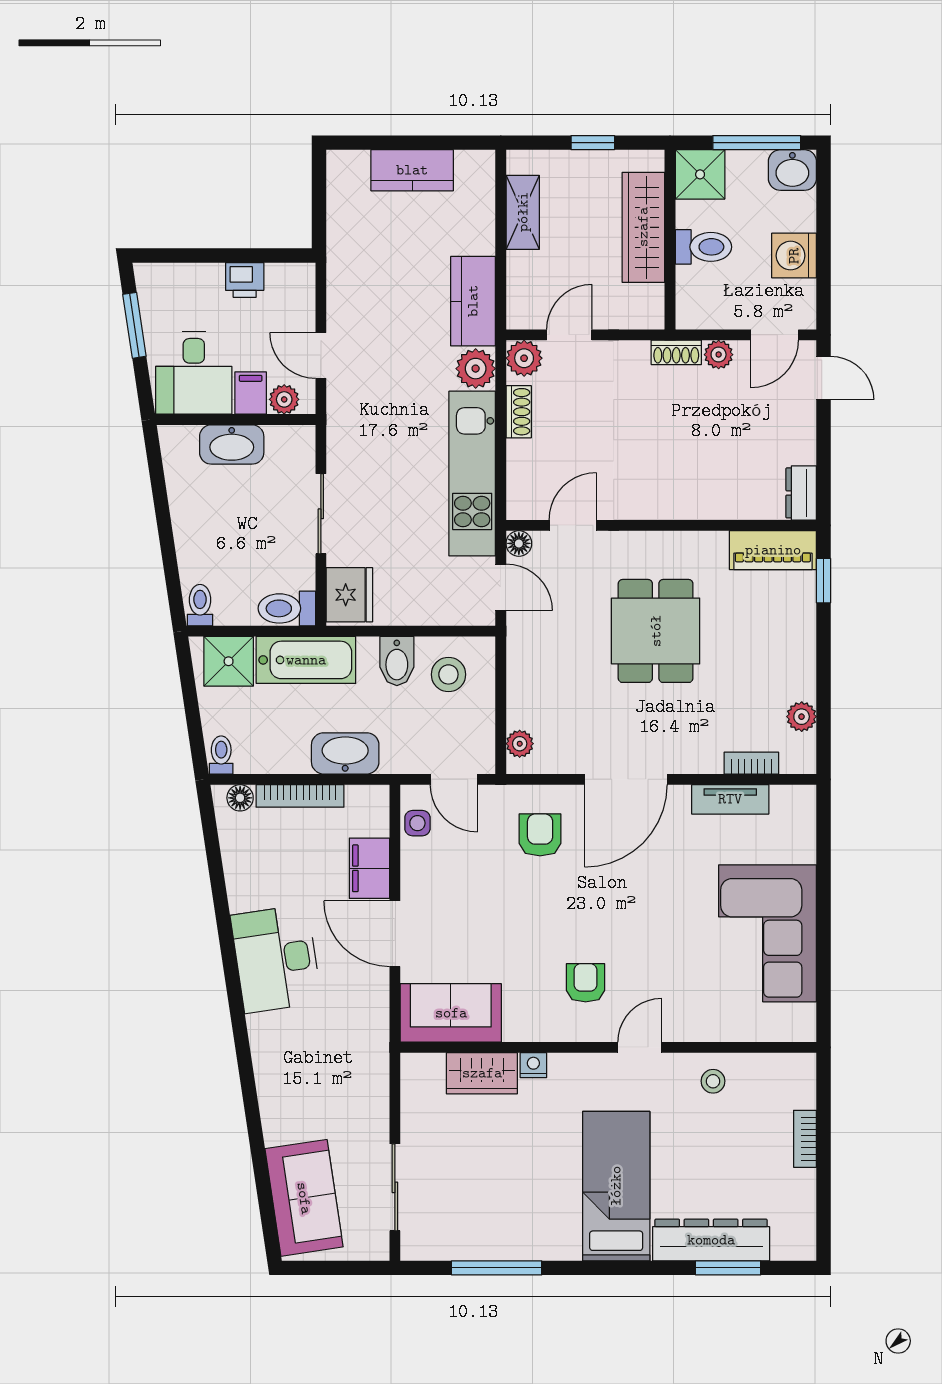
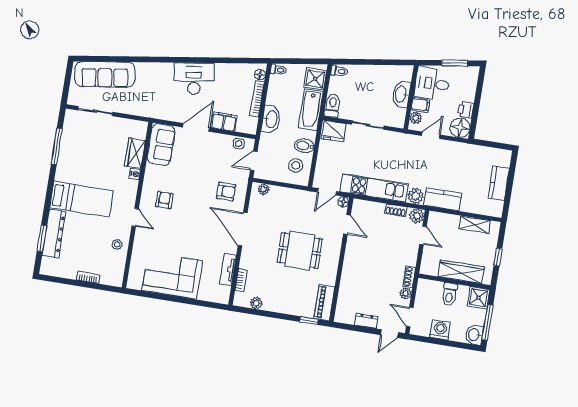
floor lamp: (291, 287) -> (460, 128), added
dresser: (801, 493) -> (366, 321), moved
armchair: (586, 983) -> (164, 200), turned -90
sofa: (304, 1198) -> (105, 74), width x1.36

